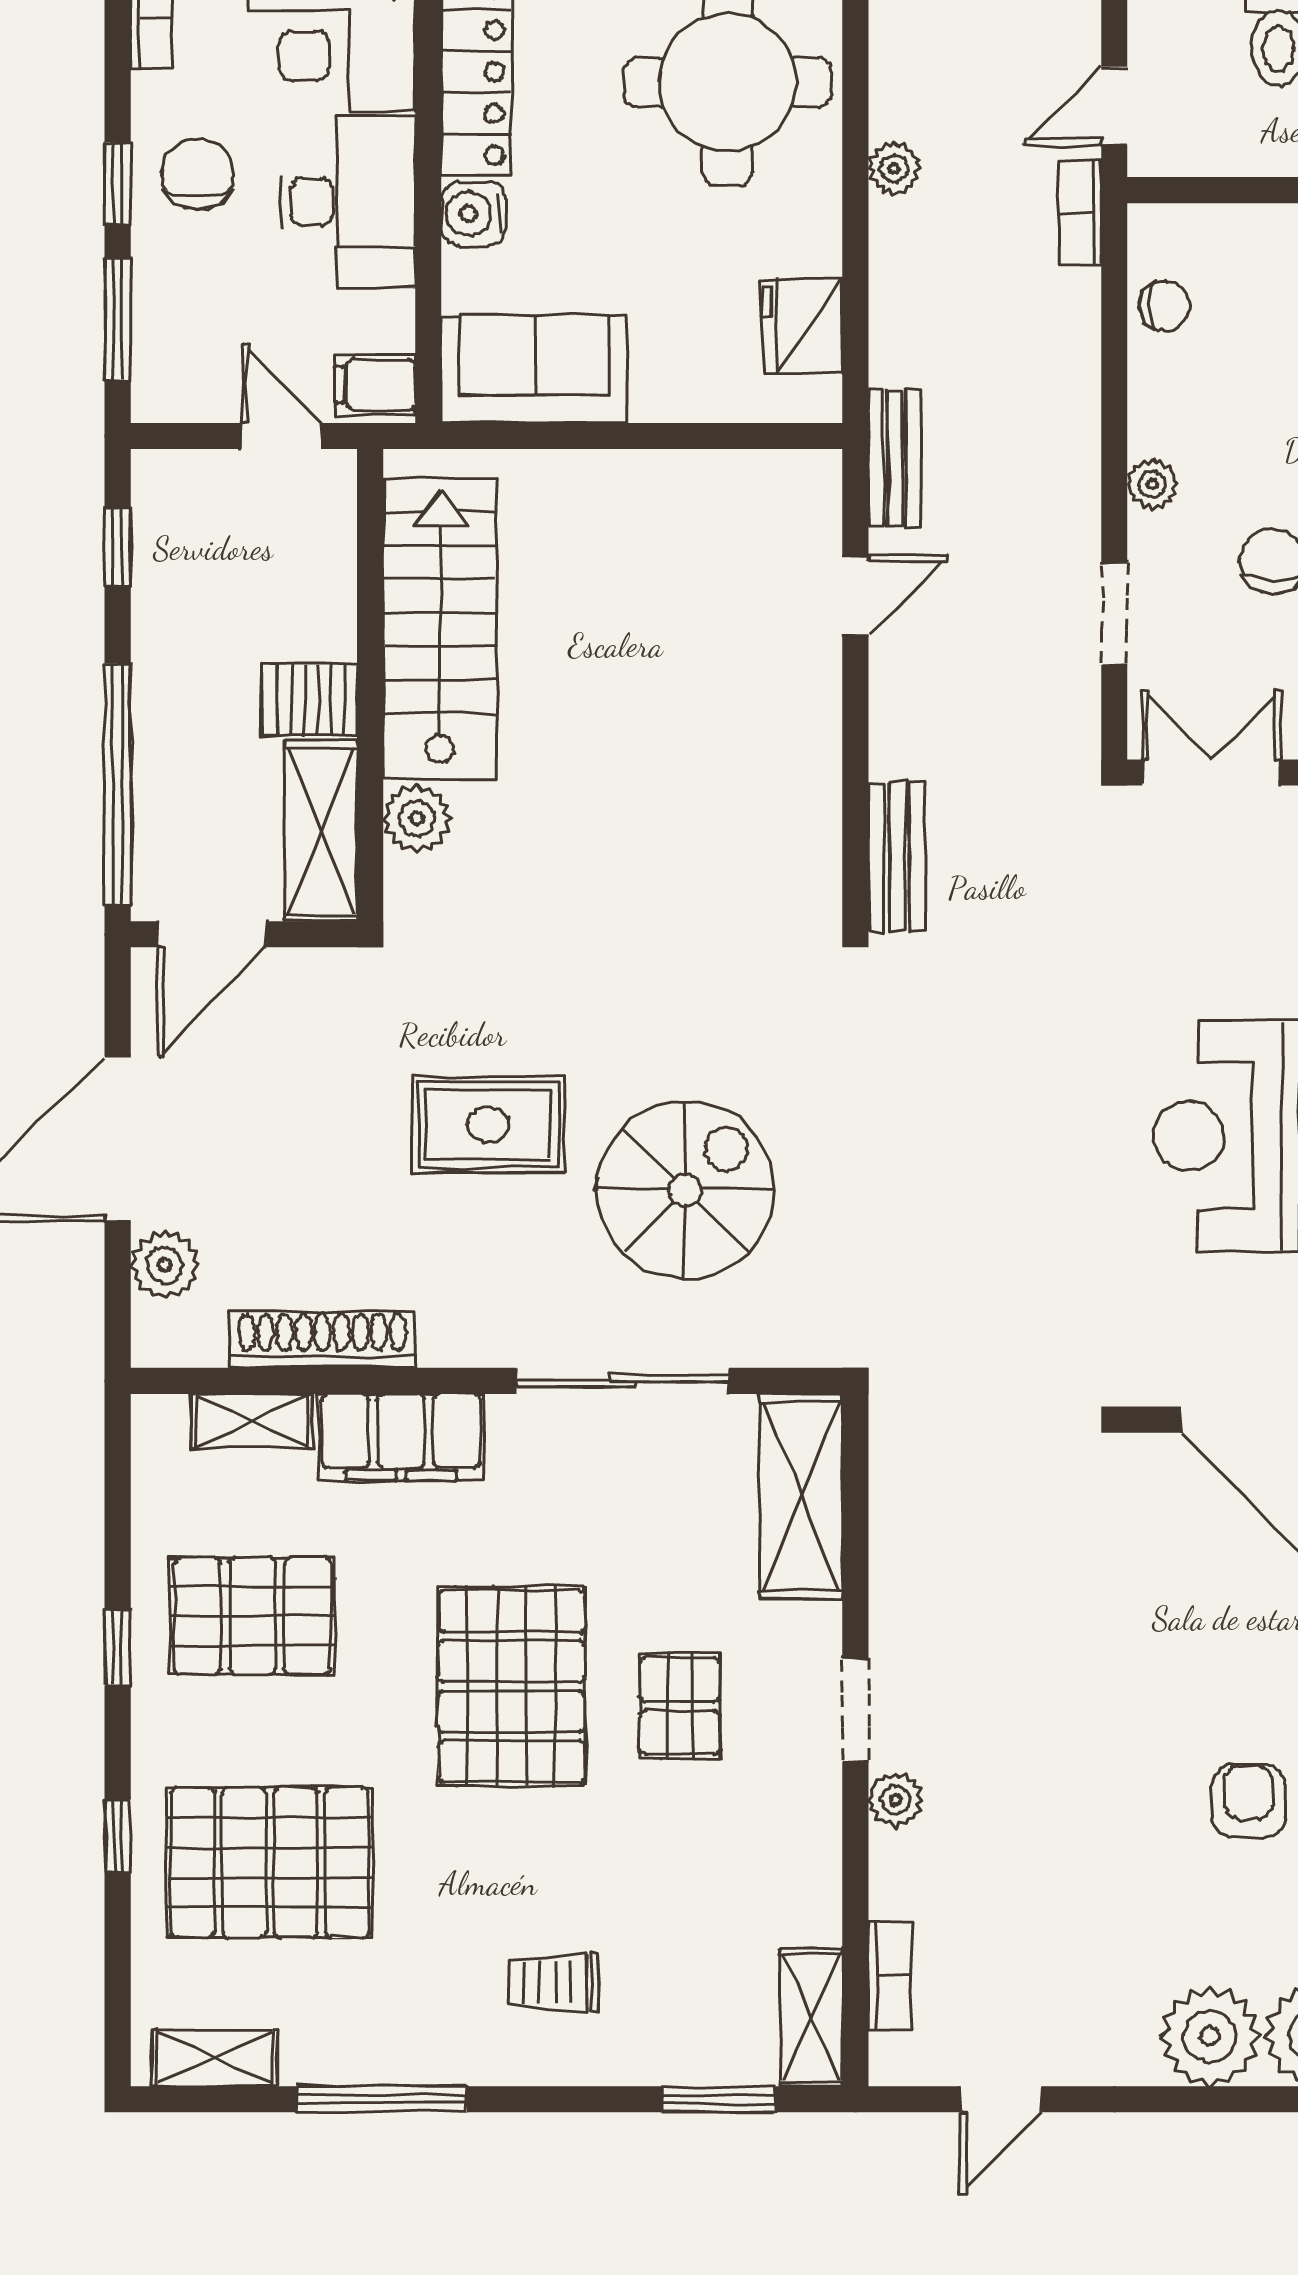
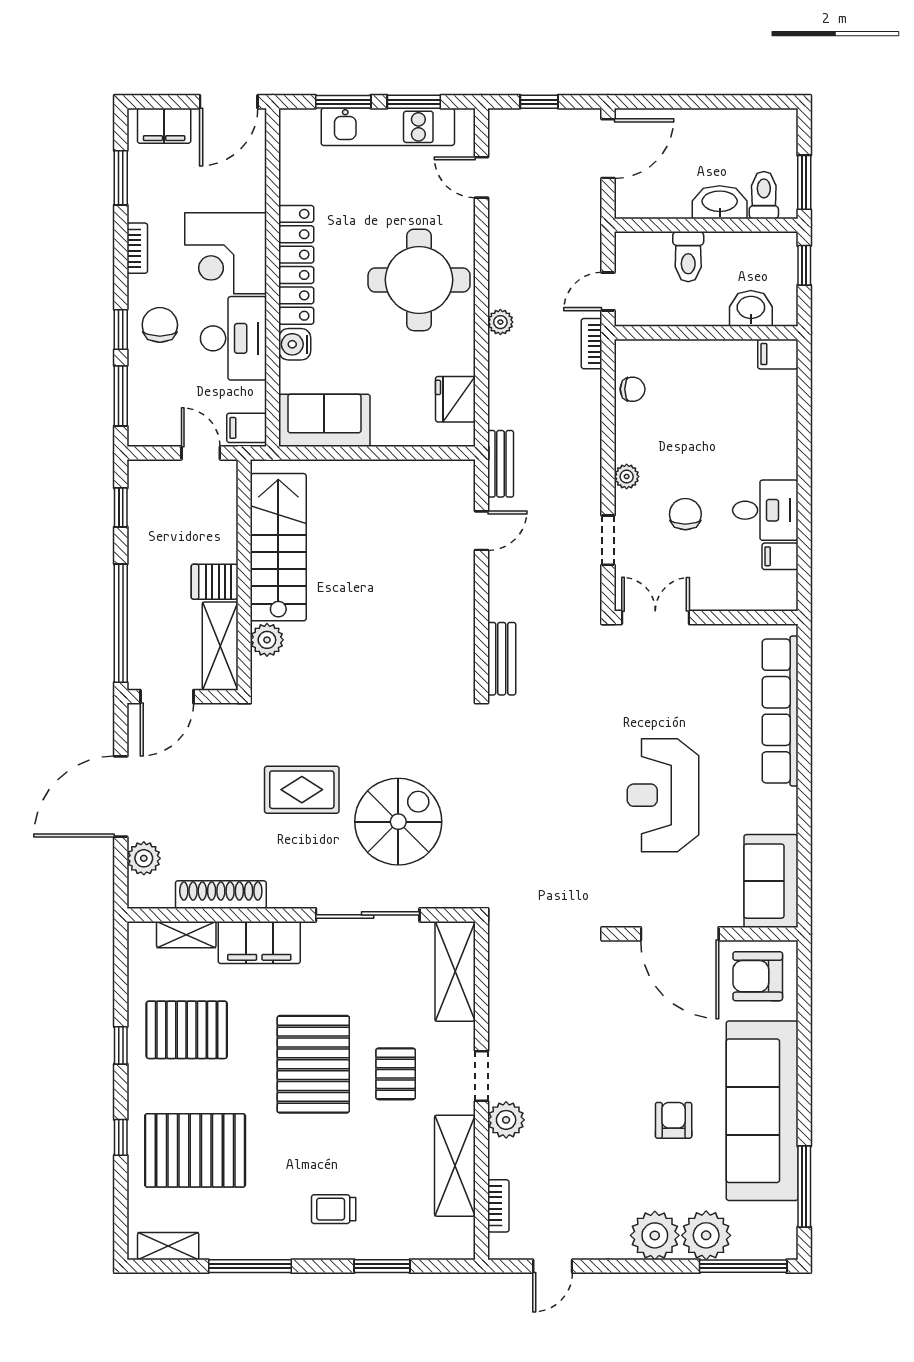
plant: (896, 1800) -> (506, 1120), width x1.38, depth x1.38
shelving: (811, 2017) -> (455, 1166), moved, width x1.50, depth x1.33
window: (718, 2099) -> (382, 1266), moved

